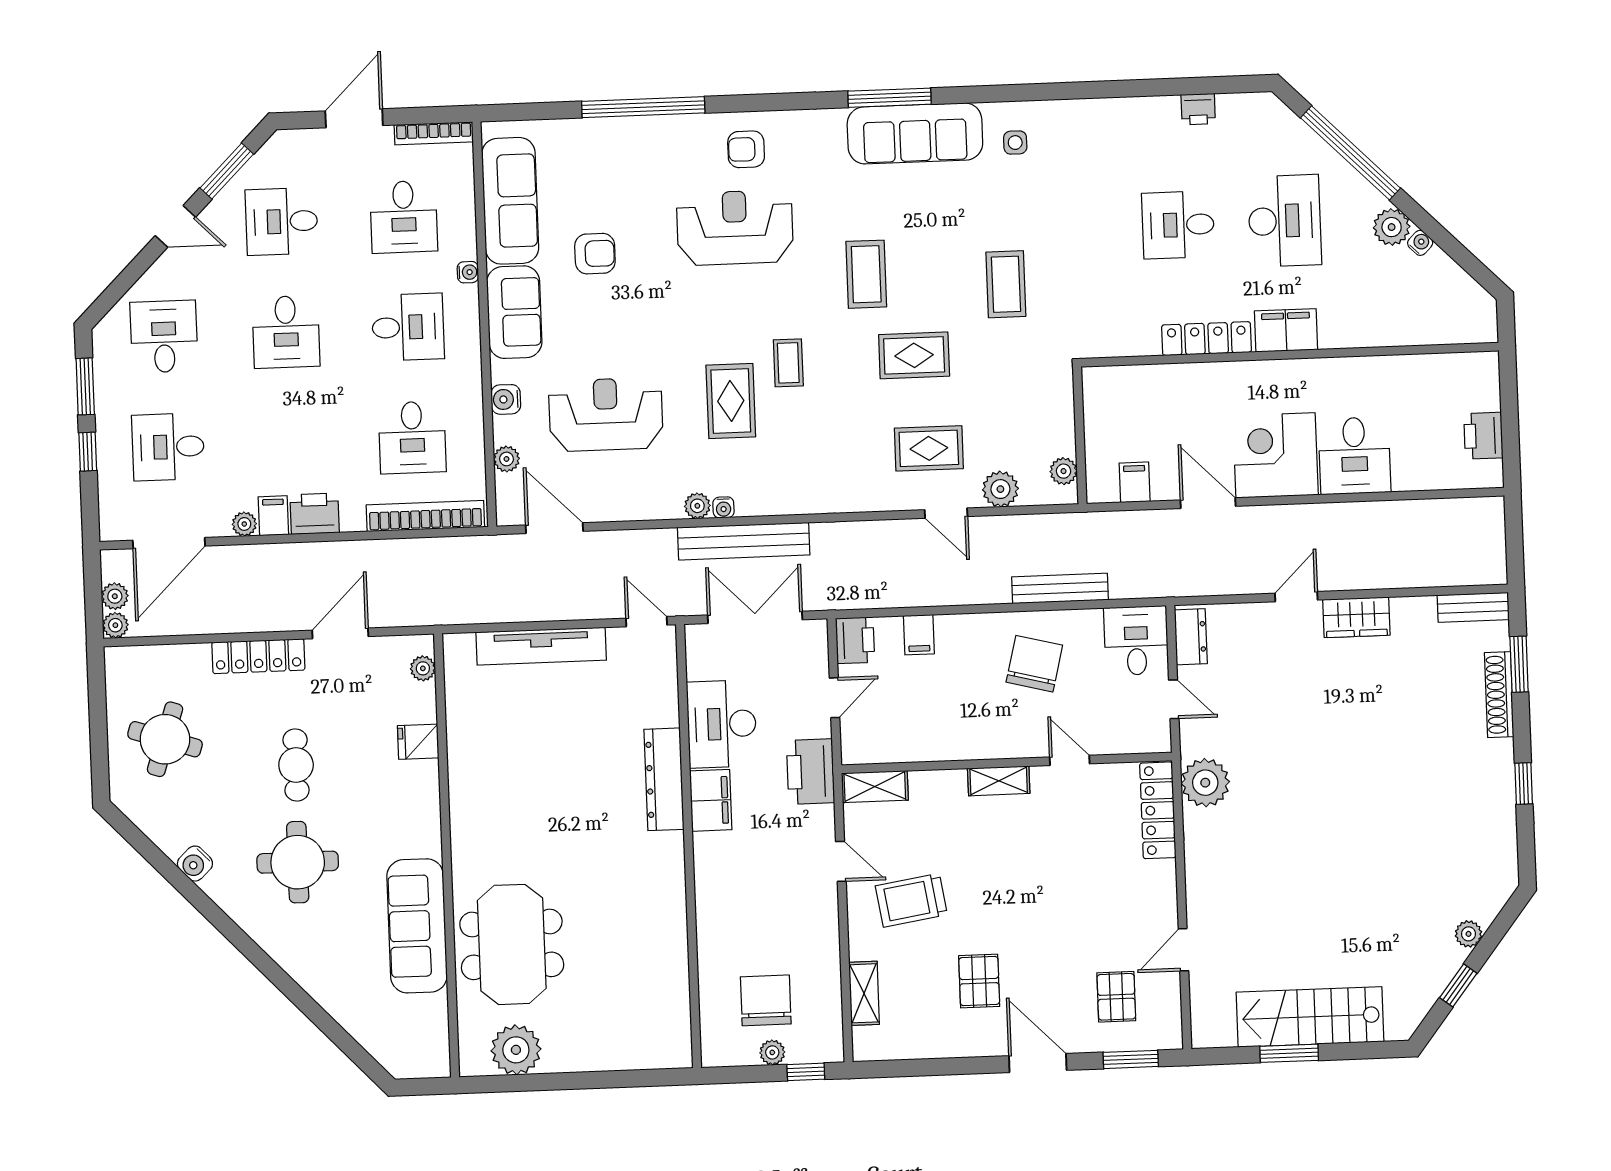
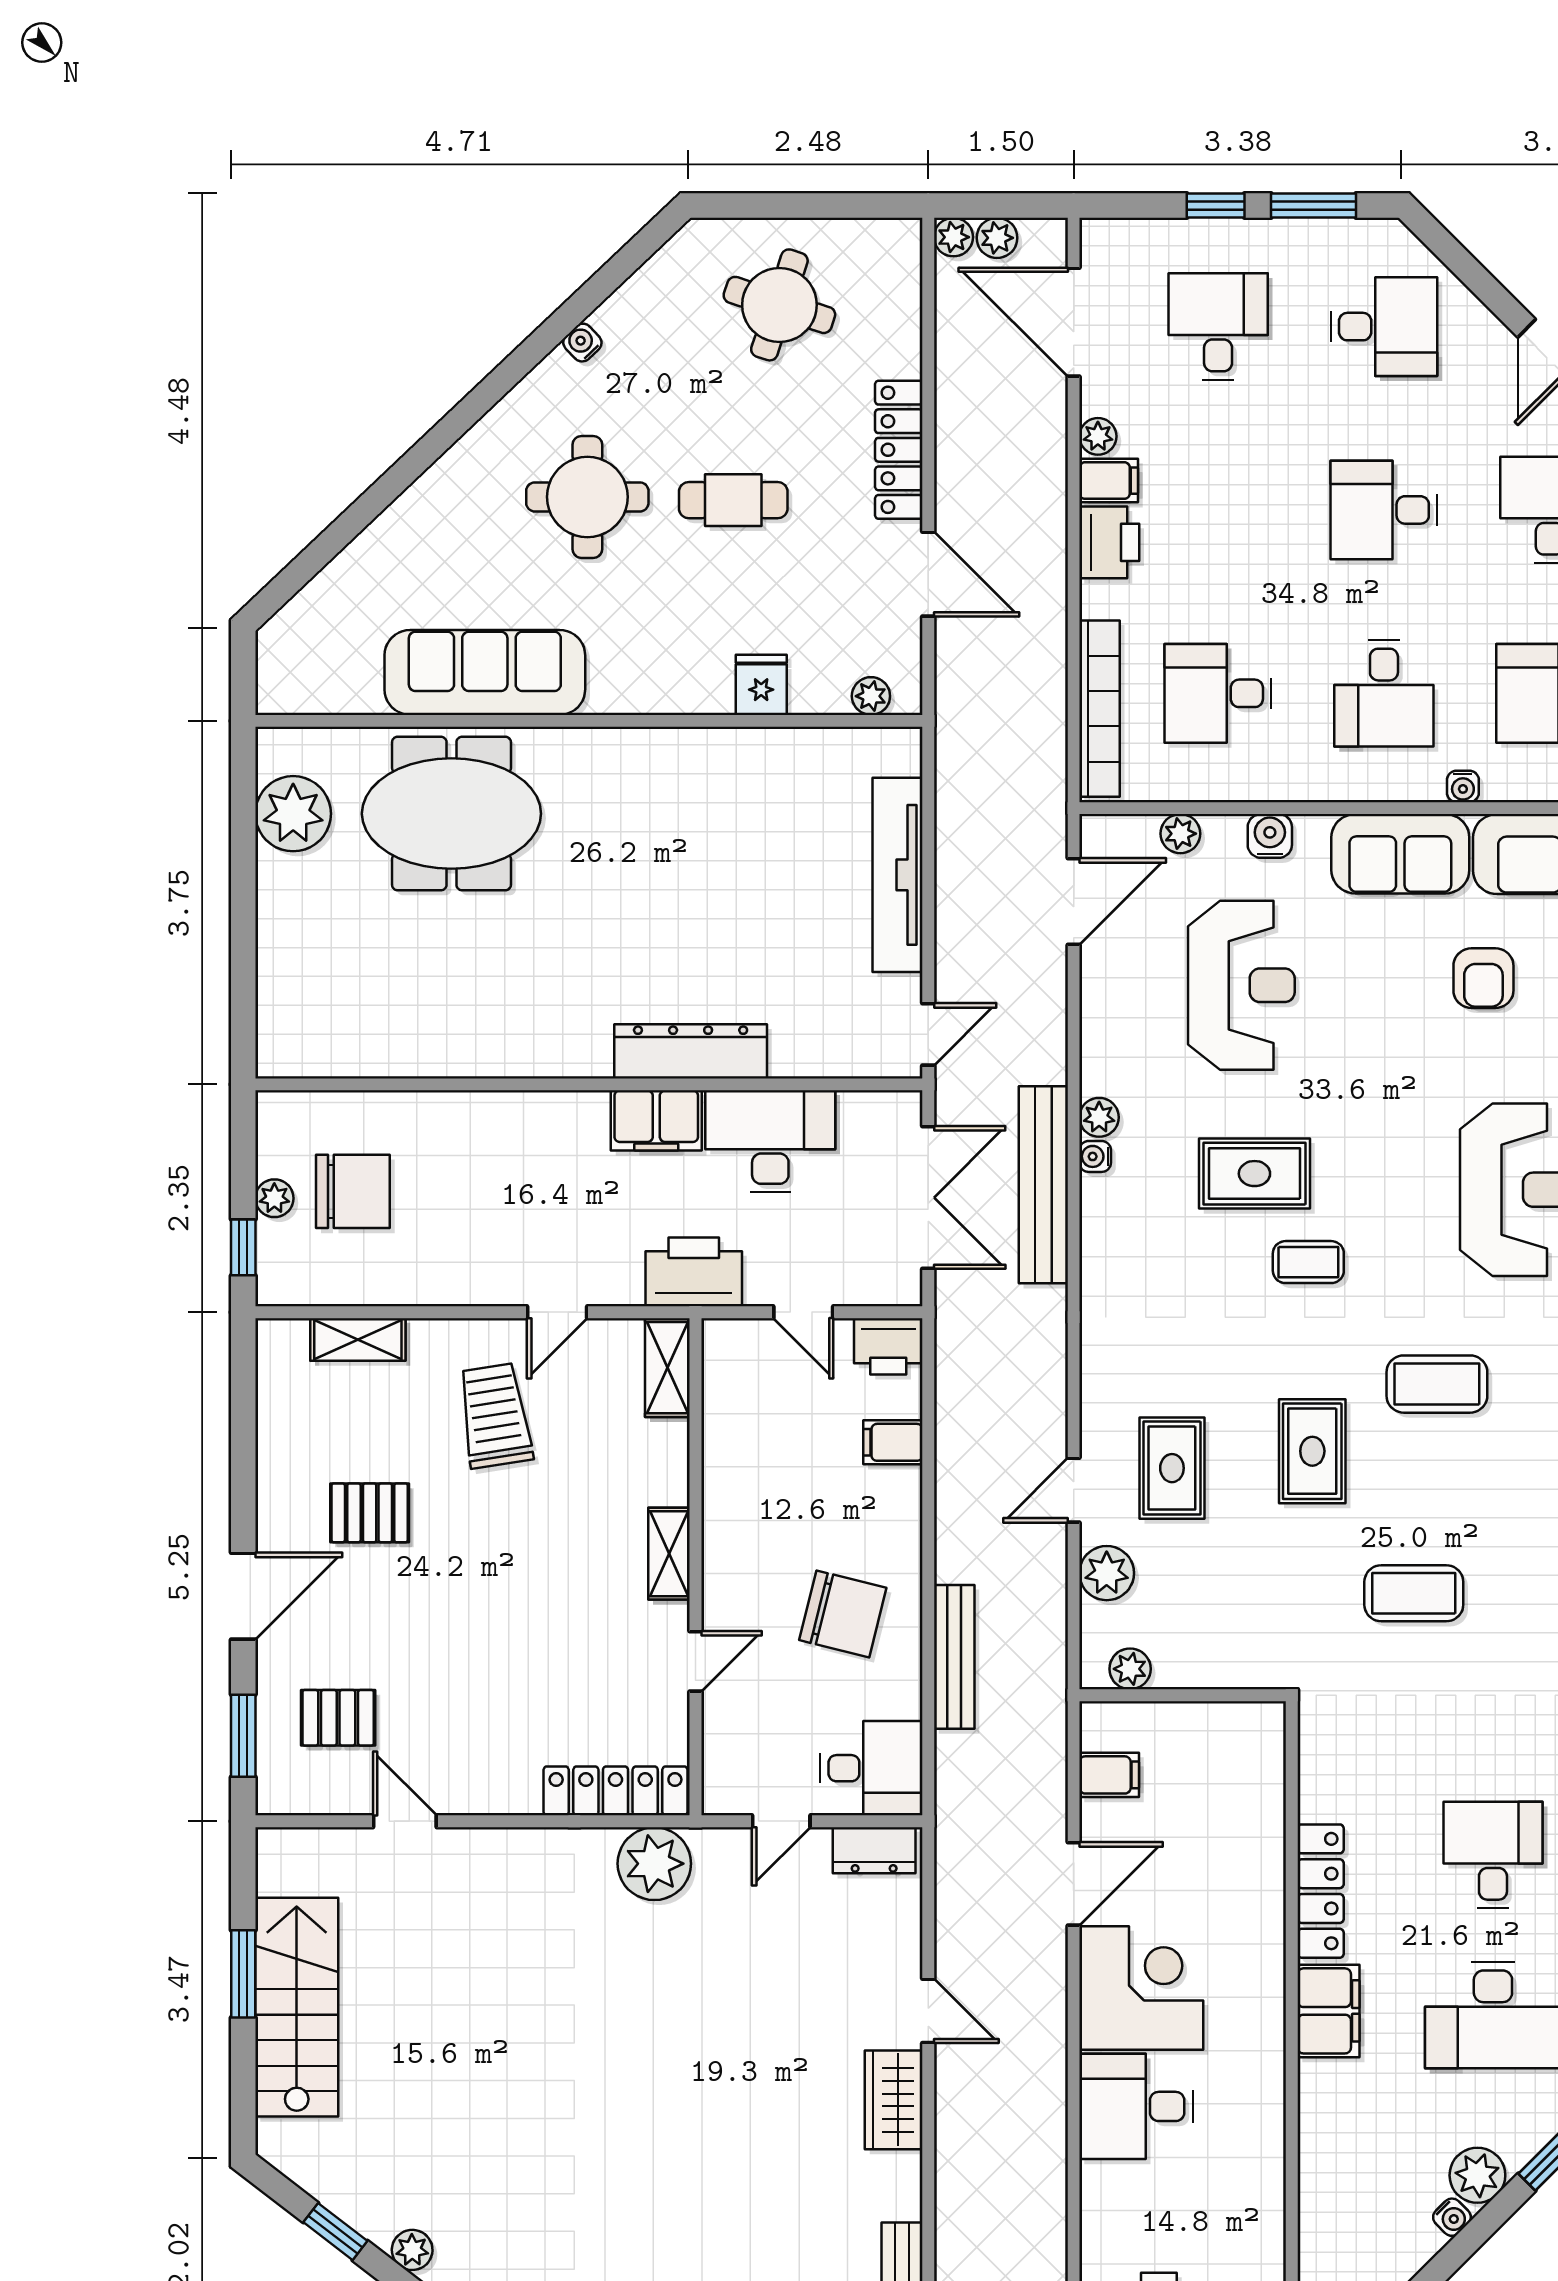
water cooler: (195, 864) -> (582, 343), width x0.72, depth x0.72

